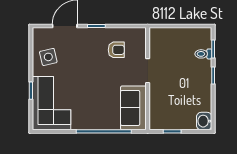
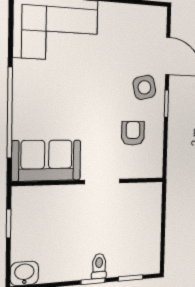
armchair: (116, 50) -> (133, 133), turned 180
toilet: (203, 54) -> (99, 266), moved
side table: (48, 57) -> (144, 87), moved

